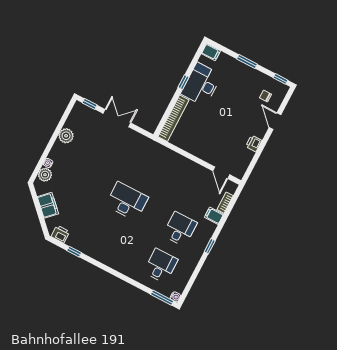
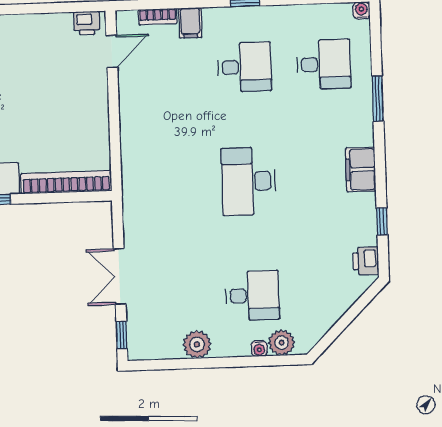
printer: (254, 144) -> (87, 23), moved
desk: (74, 174) -> (252, 296), added
filing cabinet: (48, 205) -> (361, 169), moved, turned -45
desk: (180, 229) -> (244, 67), turned 180
desk: (161, 266) -> (324, 64), turned 180
window: (162, 298) -> (378, 99), moved

